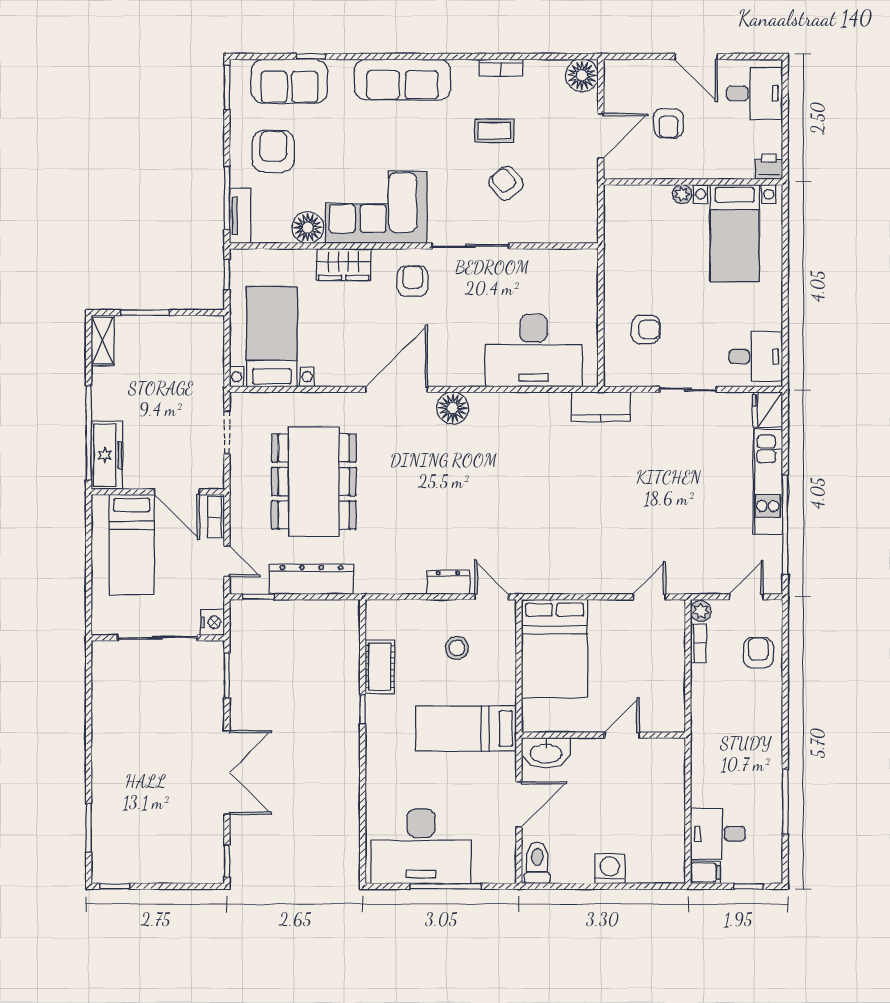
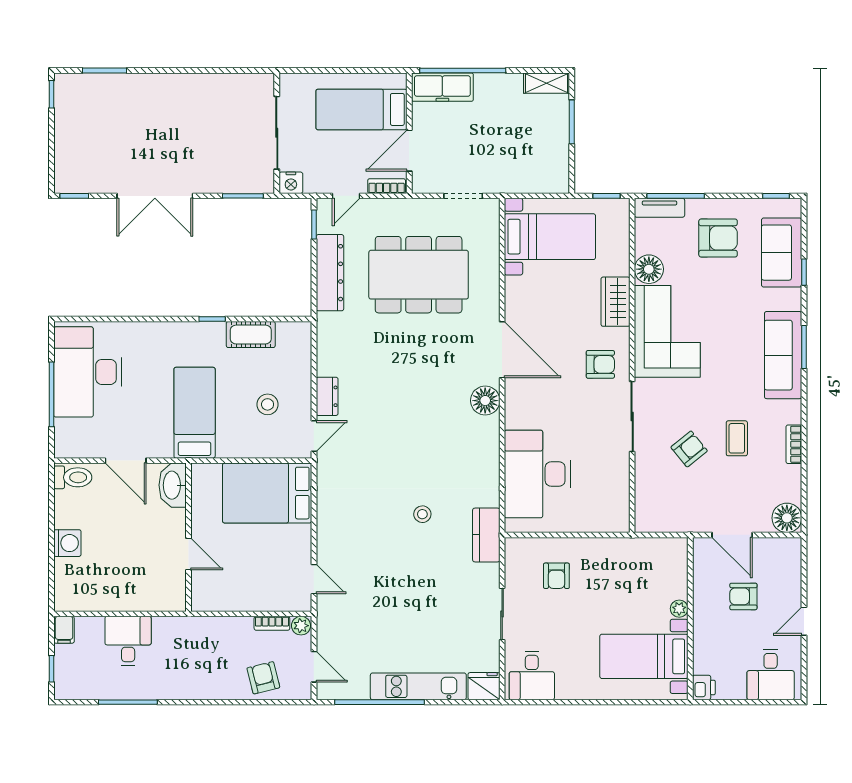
window: (393, 56) -> (804, 347), added
door: (696, 56) -> (804, 621), width x0.73
window: (227, 87) -> (776, 196), width x0.67
stool: (578, 477) -> (422, 514), added
armchair: (758, 653) -> (263, 678), turned -104
desk: (718, 834) -> (128, 641), moved

